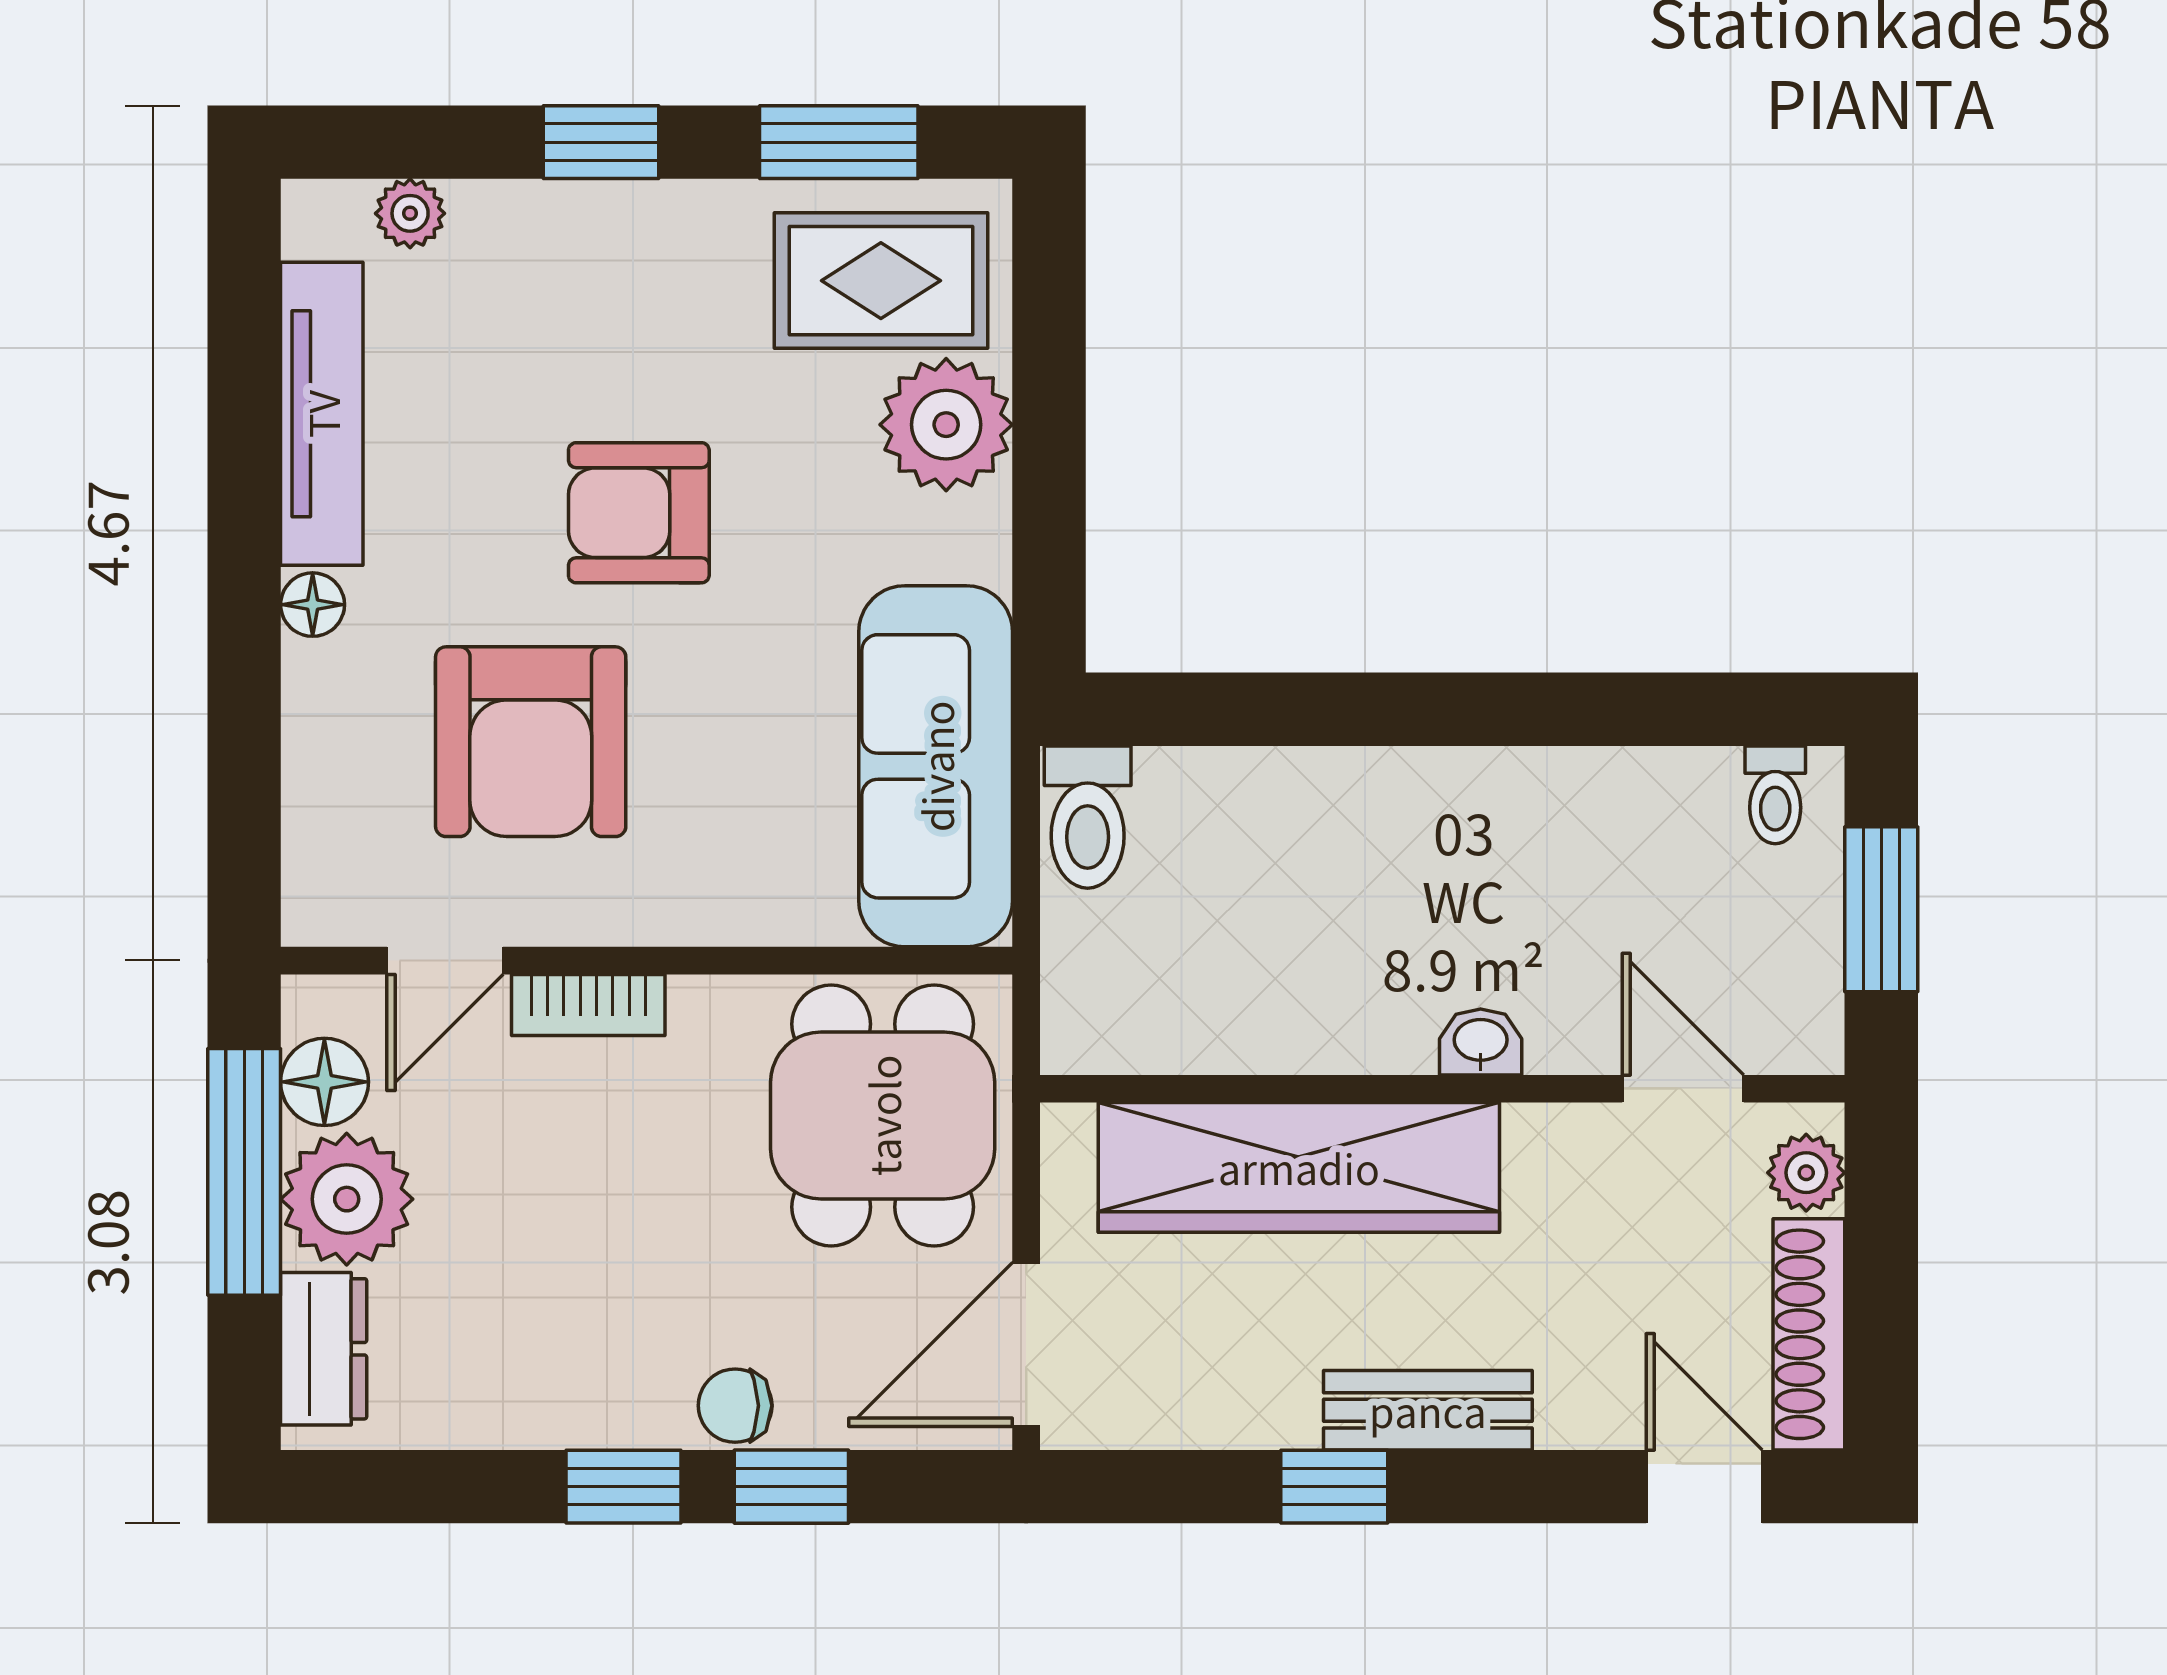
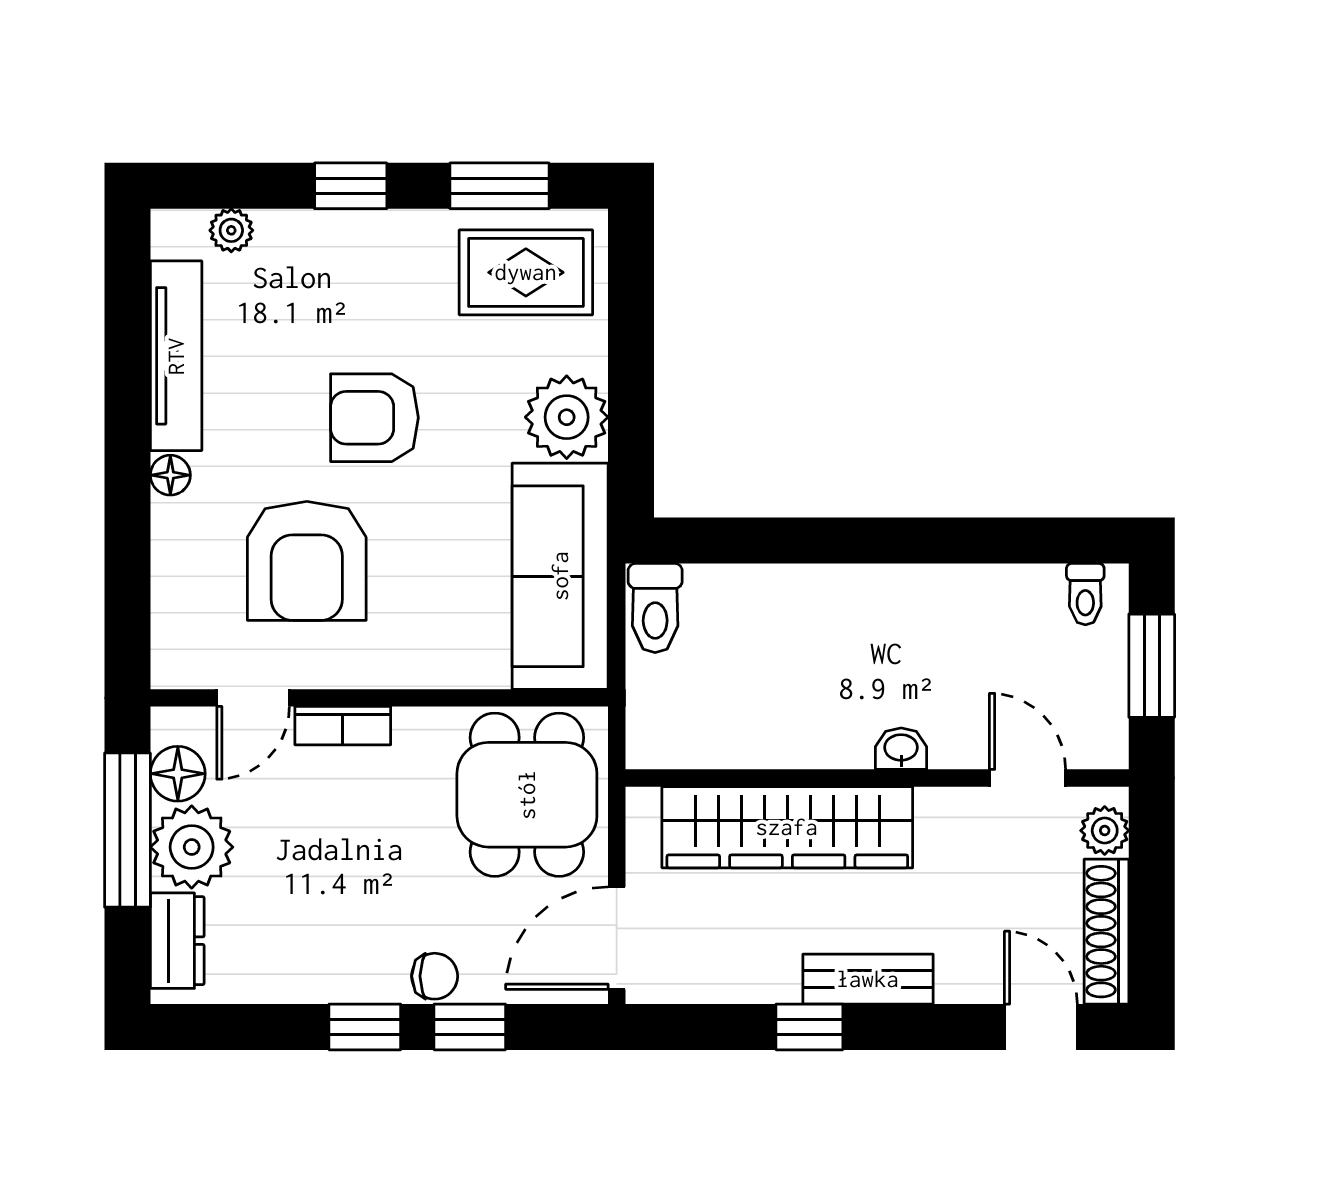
plant: (946, 425) -> (567, 417), moved
chair: (735, 1406) -> (435, 976), turned 180

